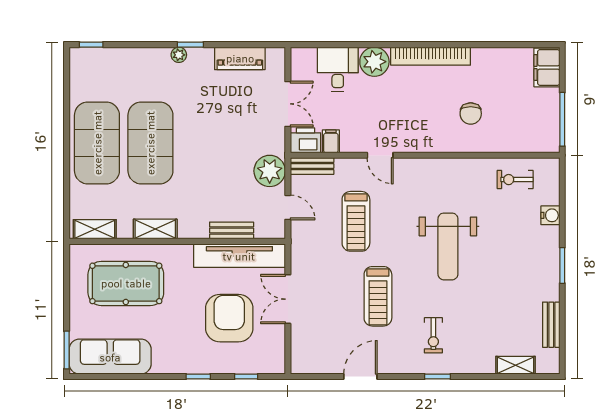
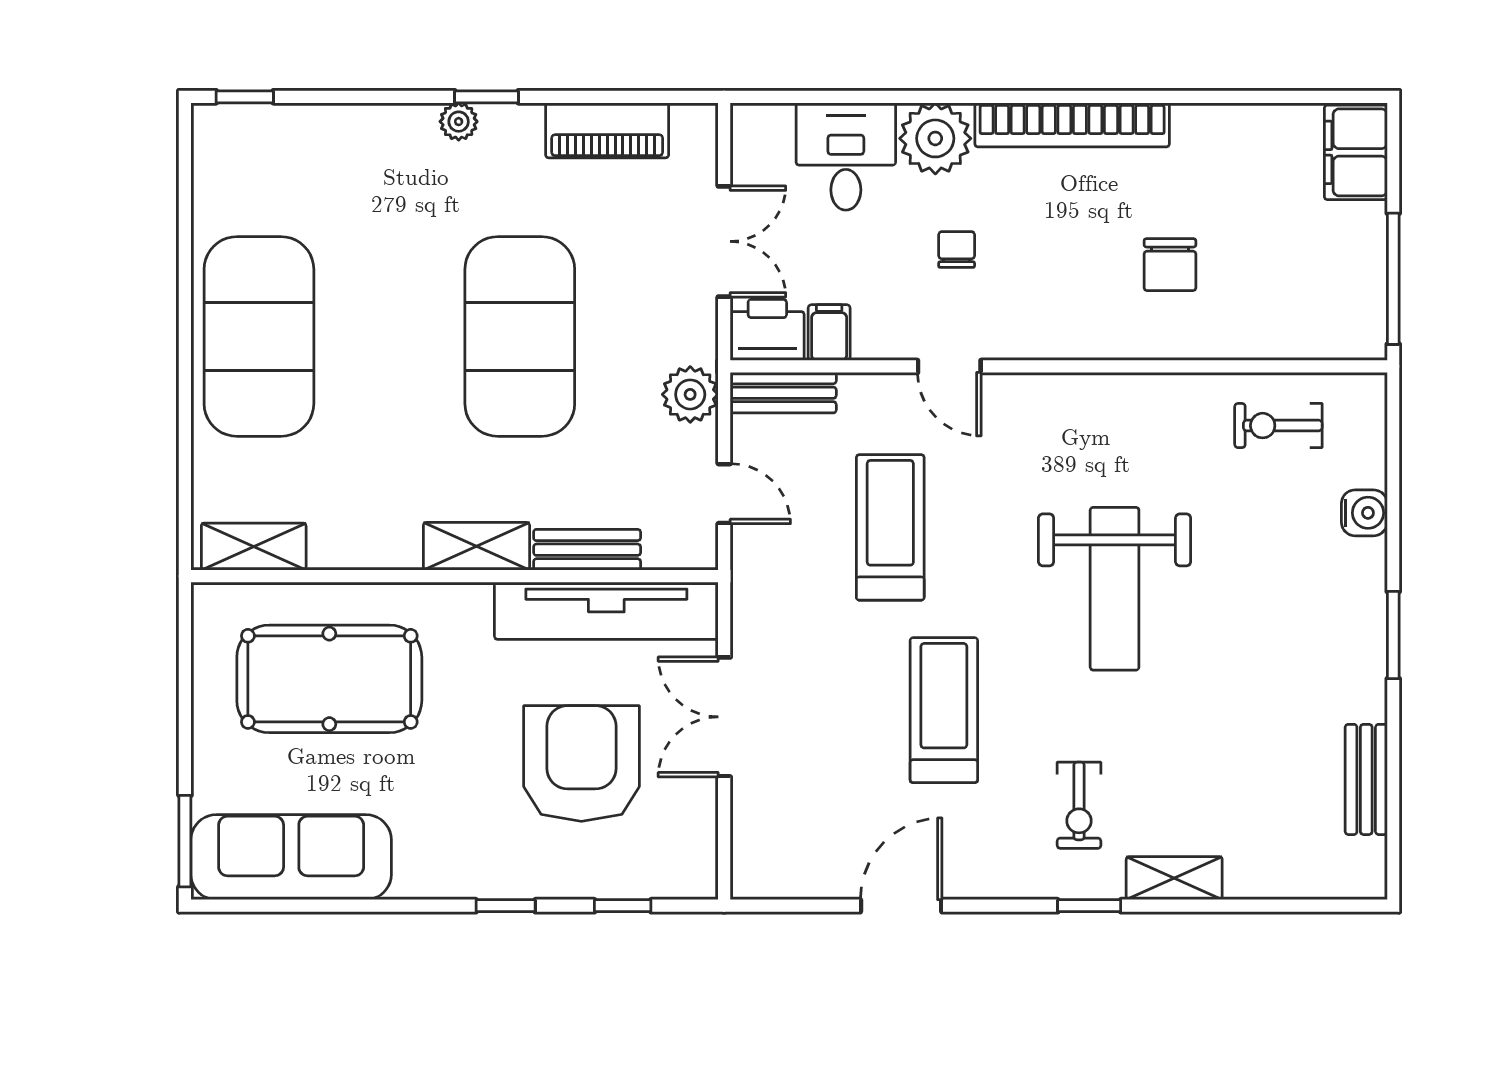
chair: (383, 107) -> (957, 250), added
exercise mat: (150, 143) -> (520, 336), moved
plant: (270, 171) -> (690, 394), width x0.73, depth x0.73
treadmill: (356, 221) -> (890, 527), turned 180
shelving: (155, 229) -> (476, 546), moved
treadmill: (378, 296) -> (944, 710), turned 180
shelving: (516, 365) -> (1174, 878), moved

